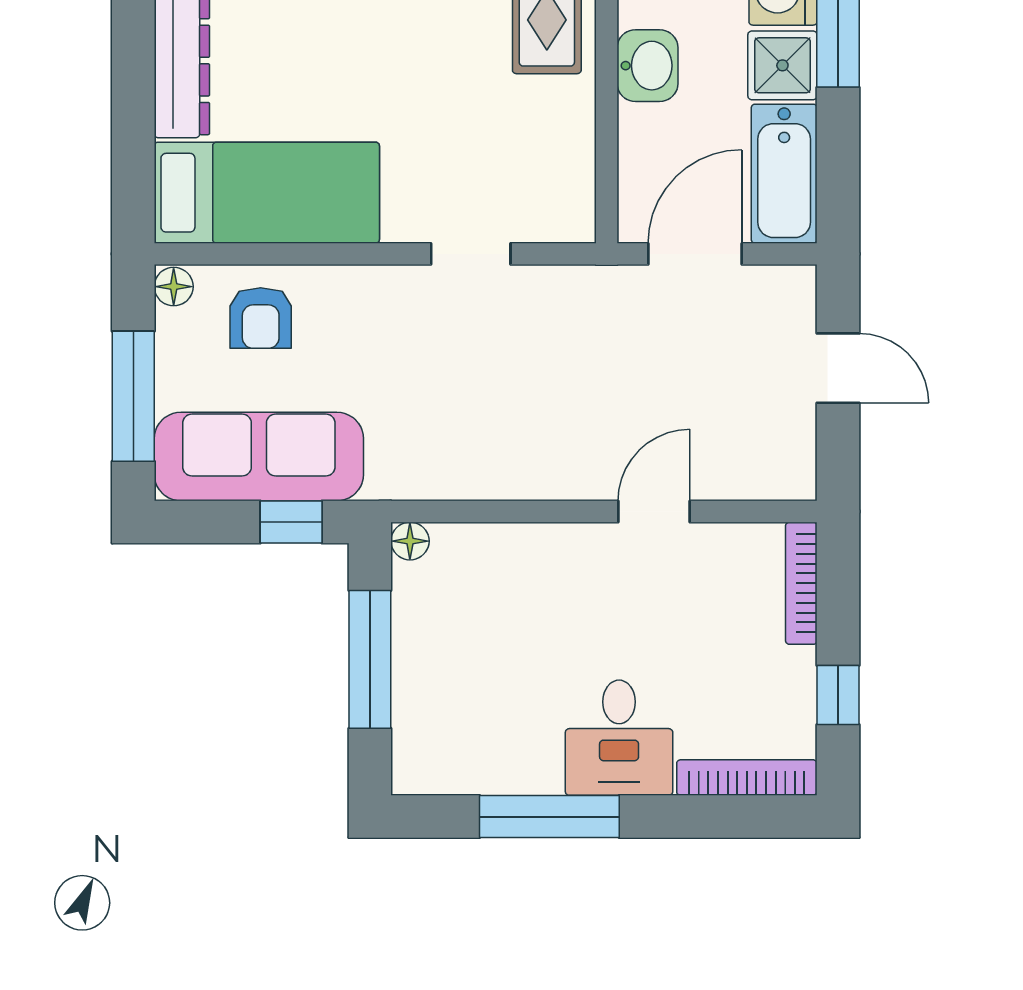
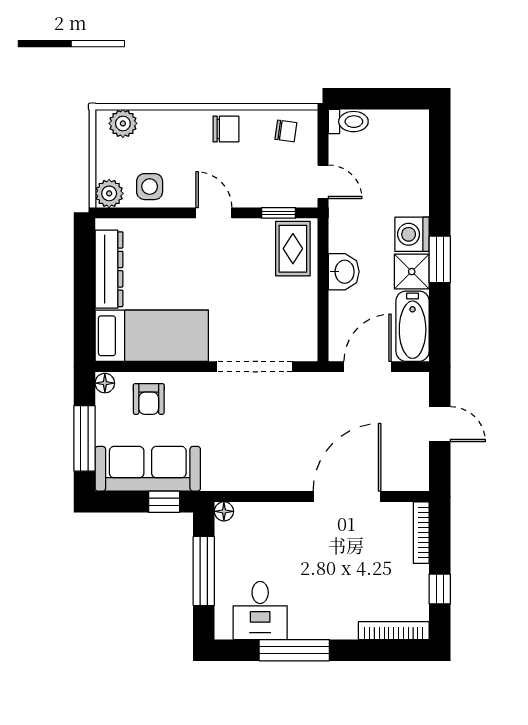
doorway: (471, 254) -> (255, 367), width x1.88
door: (654, 512) -> (347, 496), width x1.87
desk: (619, 738) -> (260, 611), moved

